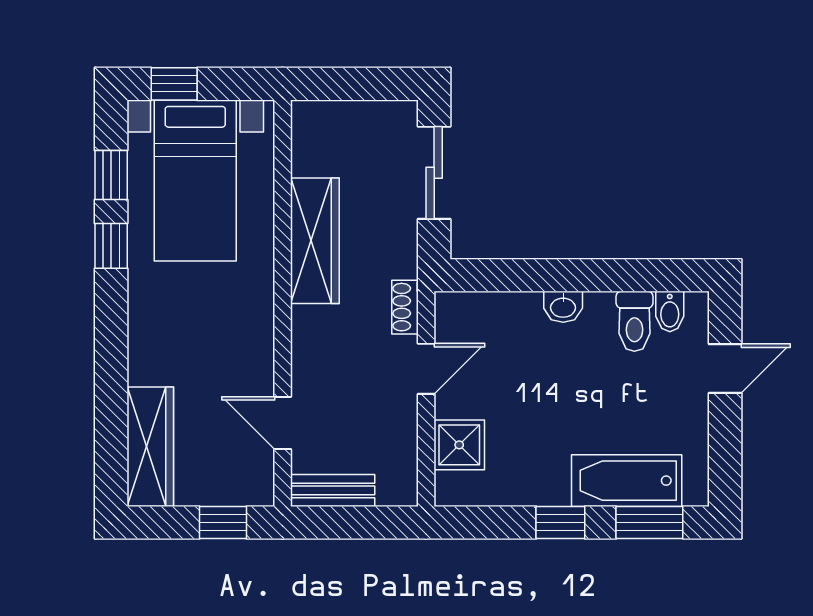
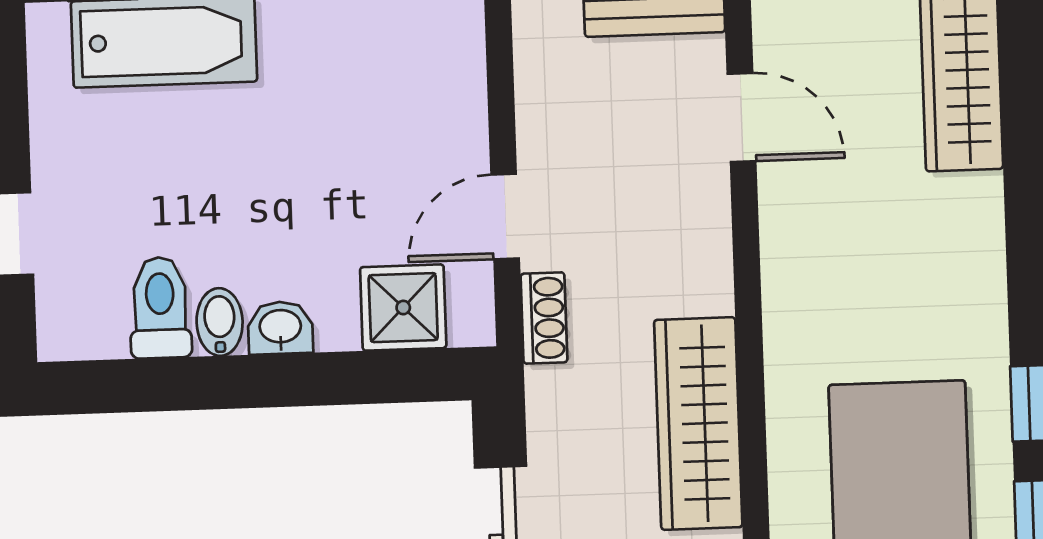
bidet: (670, 312) -> (220, 322), moved
shower: (459, 445) -> (403, 308), moved

